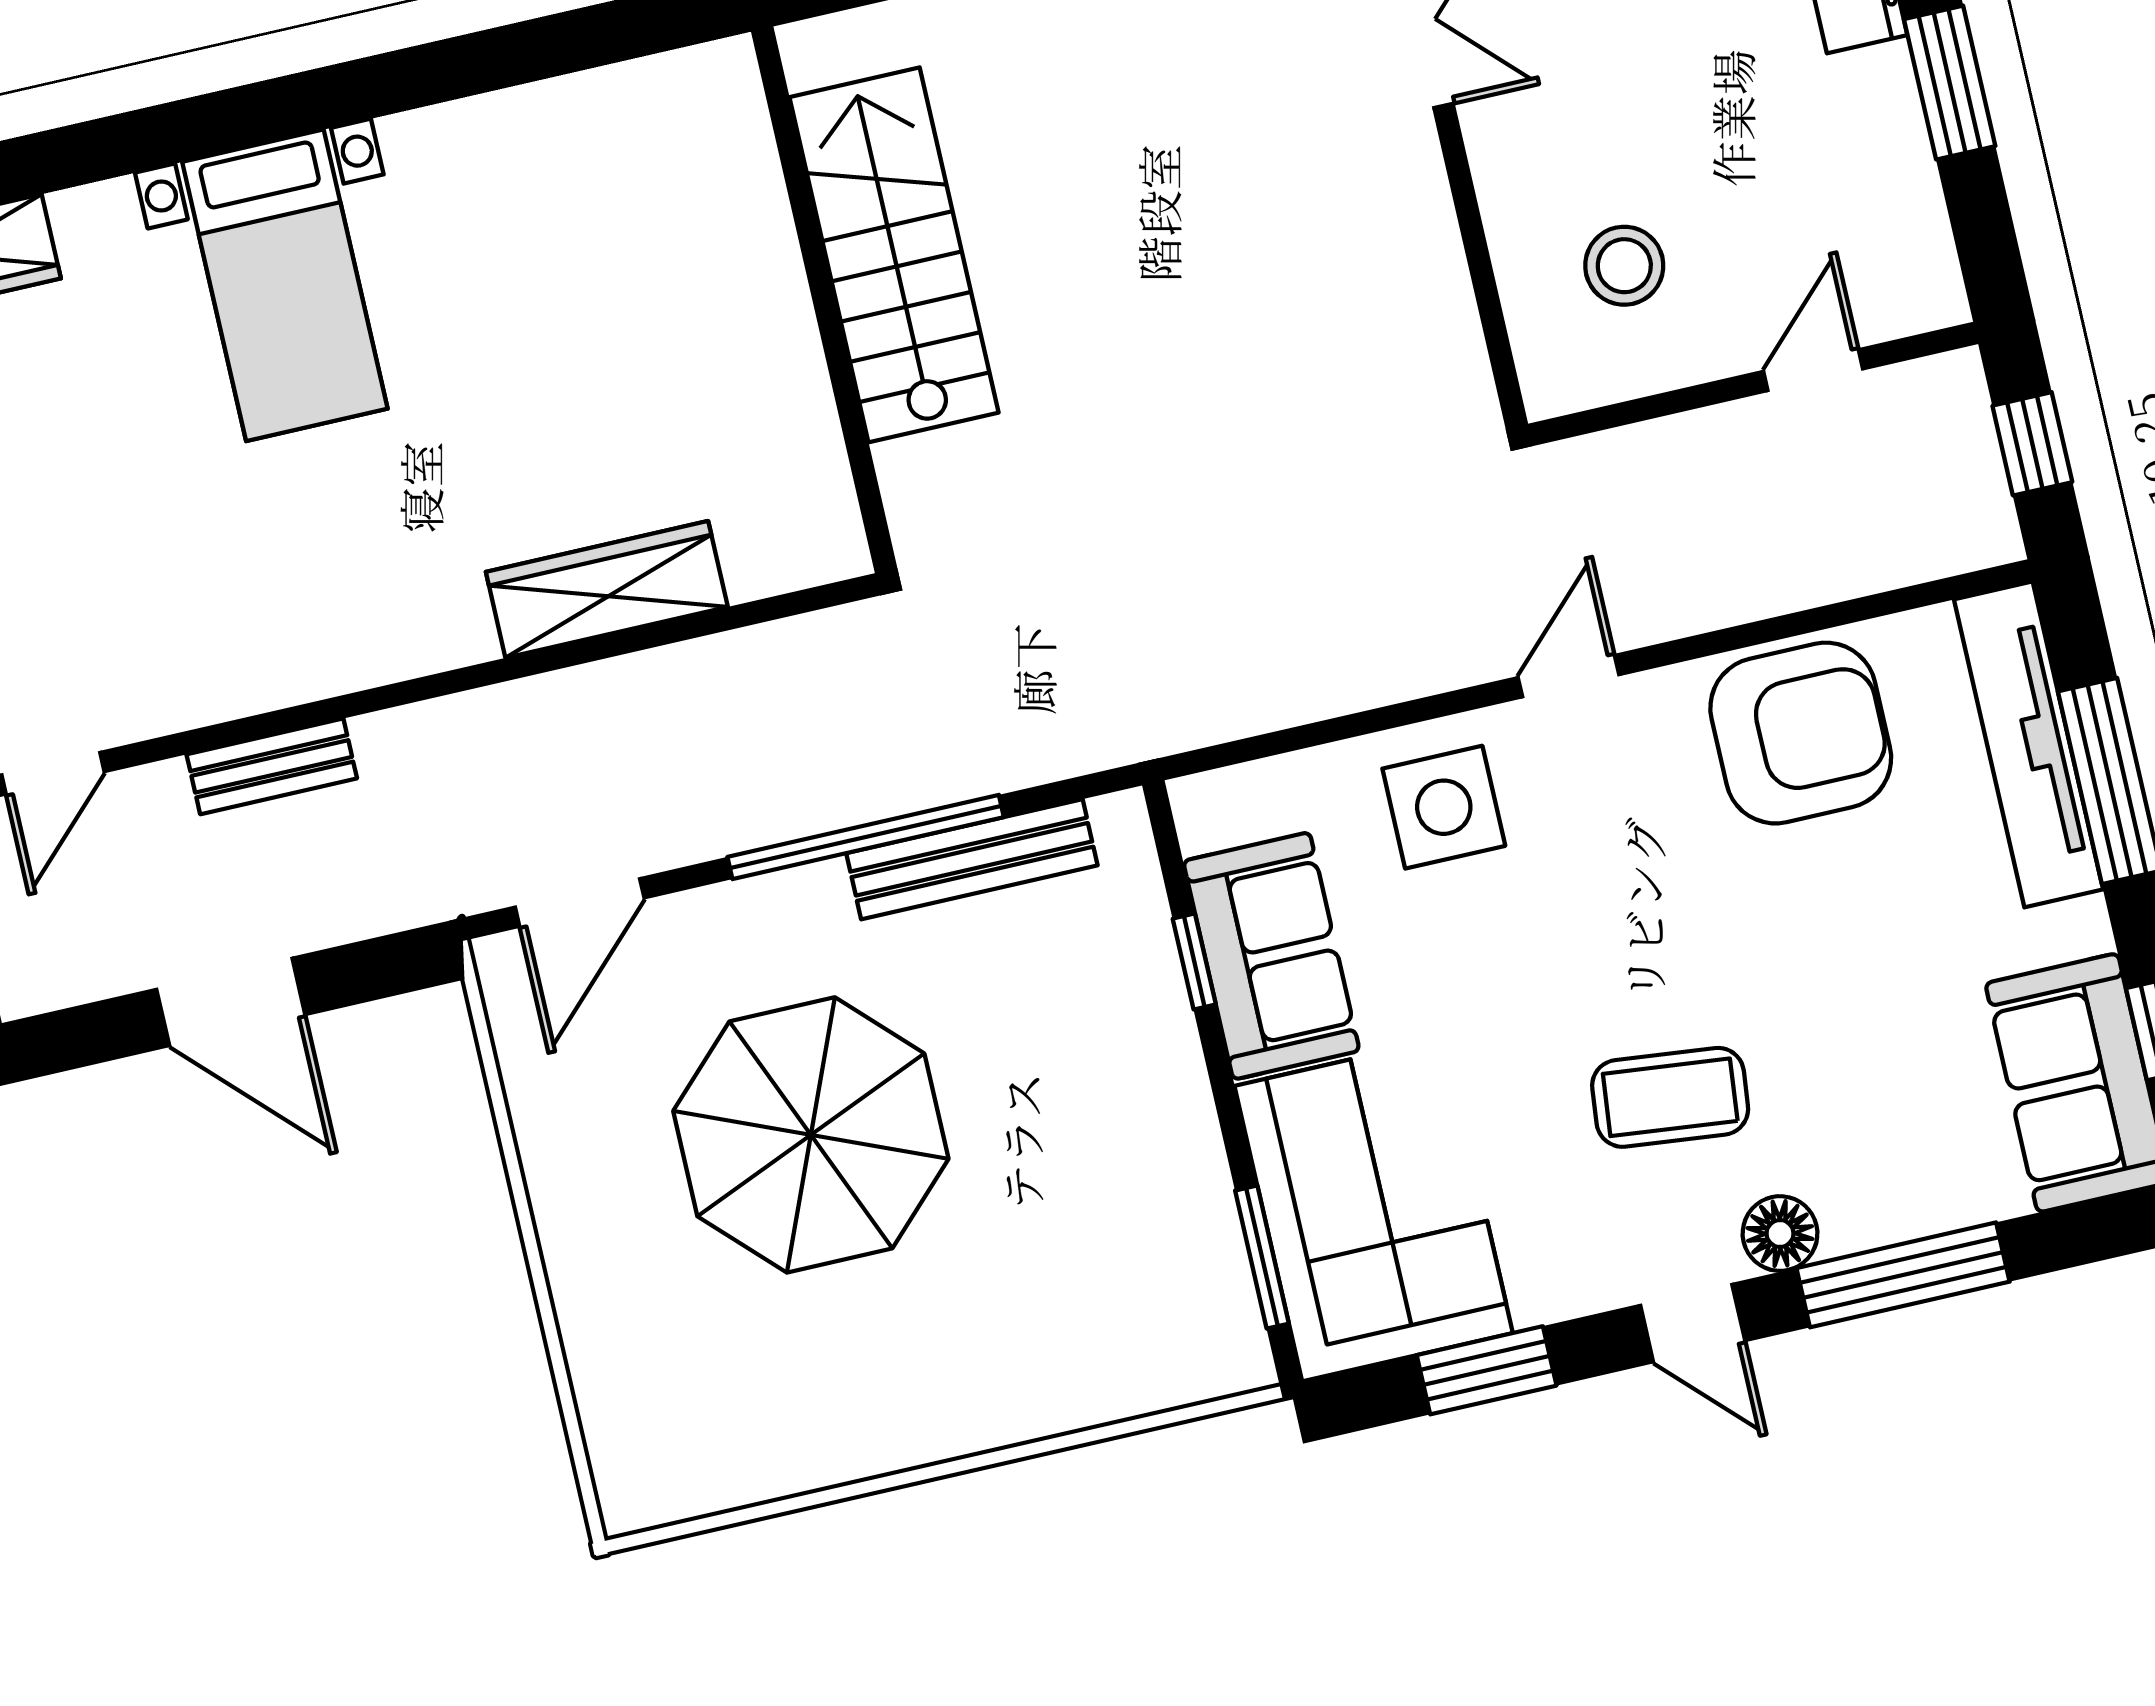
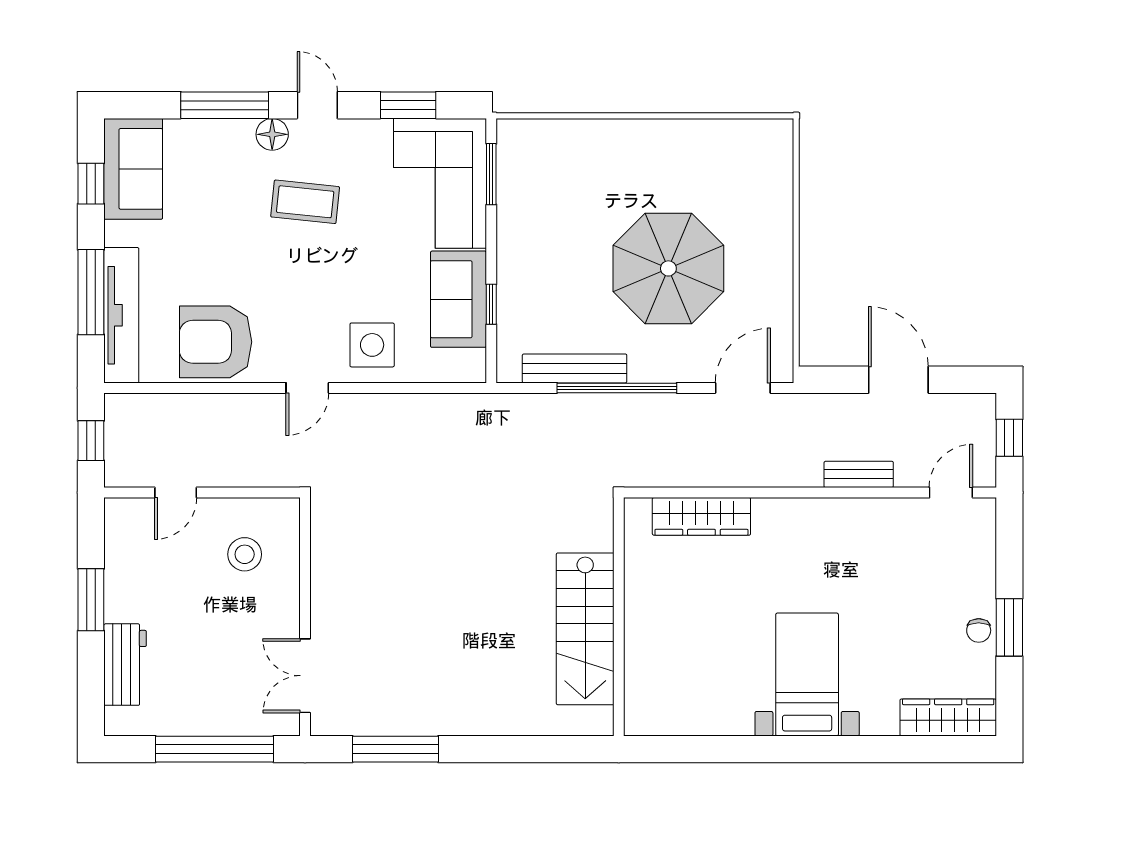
stairs: (894, 255) -> (585, 629), moved
wall: (824, 300) -> (619, 617), moved

